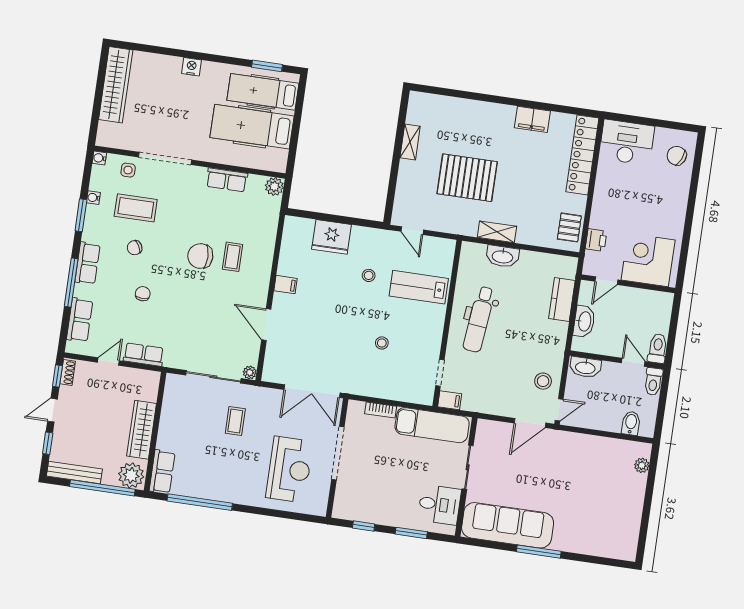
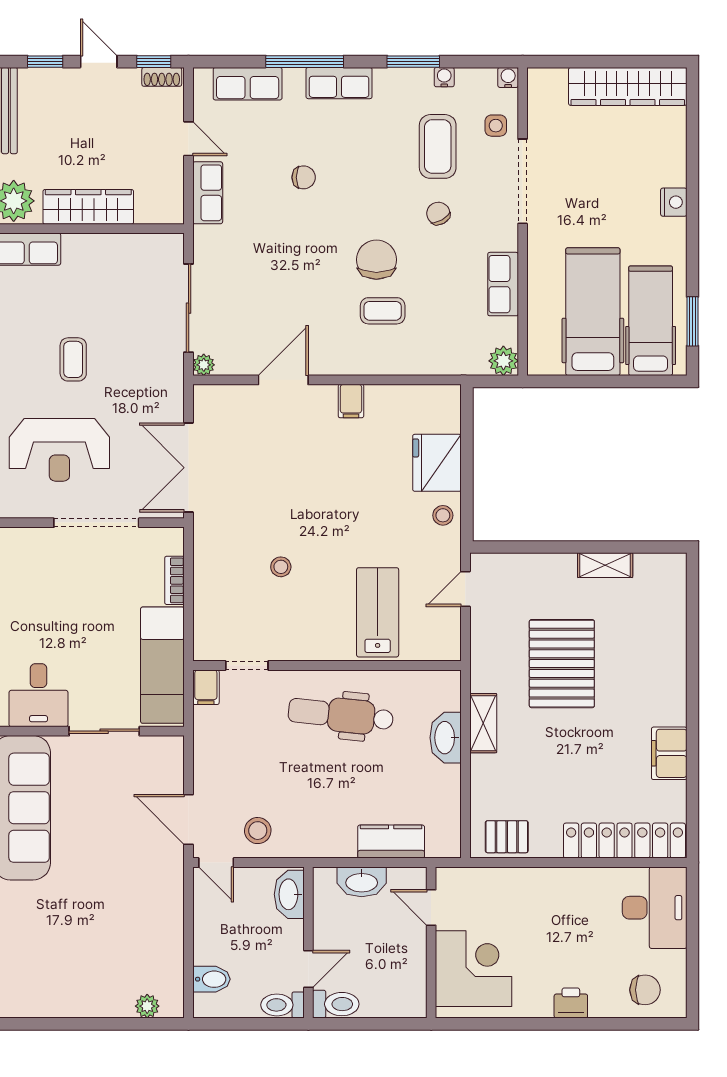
chair: (677, 156) -> (645, 990), turned 66
printer: (596, 240) -> (571, 1003), moved, turned 180
chair: (135, 248) -> (438, 213), moved
stool: (369, 275) -> (443, 515), moved
coffee table: (235, 421) -> (73, 359), moved, turned 90

